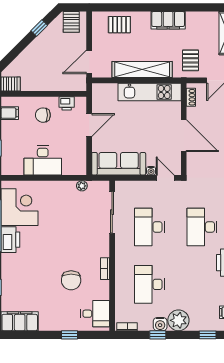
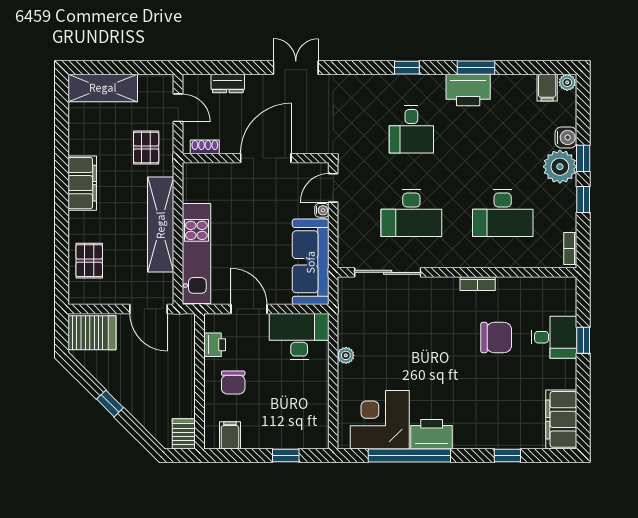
server rack: (71, 22) -> (92, 333), width x1.36, depth x1.44
window: (39, 28) -> (110, 403), moved
pallet: (190, 60) -> (146, 147), turned 90
kitchen unit: (150, 92) -> (196, 253), moved
desk: (43, 160) -> (299, 337), moved, turned -90
plant: (82, 186) -> (346, 355), moved
desk: (202, 227) -> (411, 129), width x0.73
desk: (95, 314) -> (554, 337), moved, turned 90
water cooler: (160, 324) -> (566, 137), moved
window: (208, 335) -> (583, 158), moved

